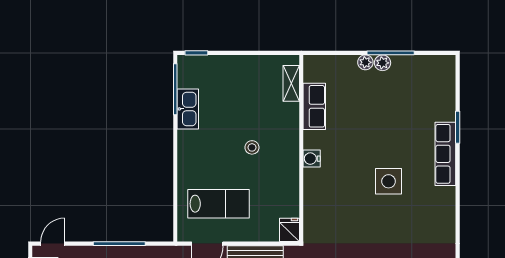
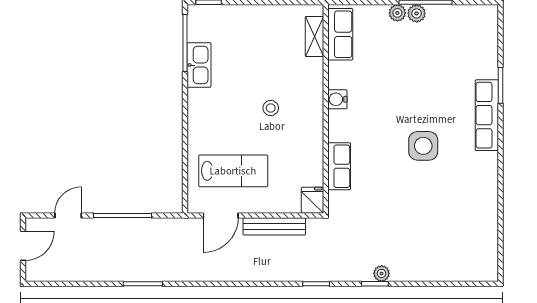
row of seats: (314, 106) -> (340, 34), moved
water cooler: (312, 159) -> (337, 99), moved
row of seats: (313, 200) -> (339, 166), added
door: (53, 244) -> (68, 215), moved

